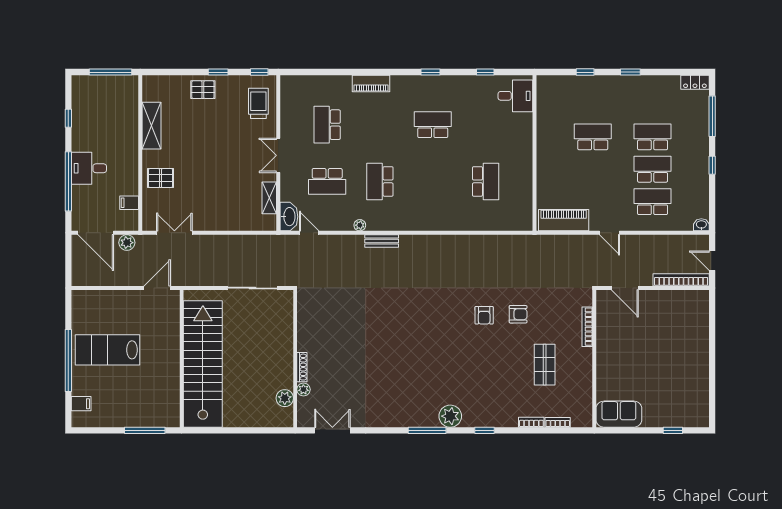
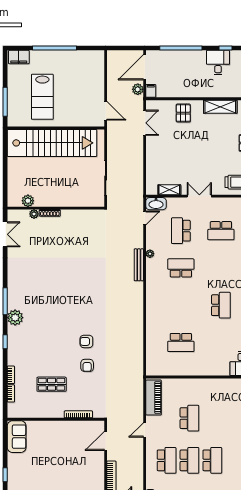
school desk: (327, 125) -> (221, 231), turned 180
school desk: (593, 137) -> (189, 418), moved
desk: (89, 168) -> (218, 63), moved
filing cabinet: (129, 203) -> (151, 91), moved
bench: (382, 241) -> (139, 265), width x1.36
lab bench: (108, 350) -> (42, 97), moved, turned 180
filing cabinet: (81, 404) -> (19, 57), width x2.00

